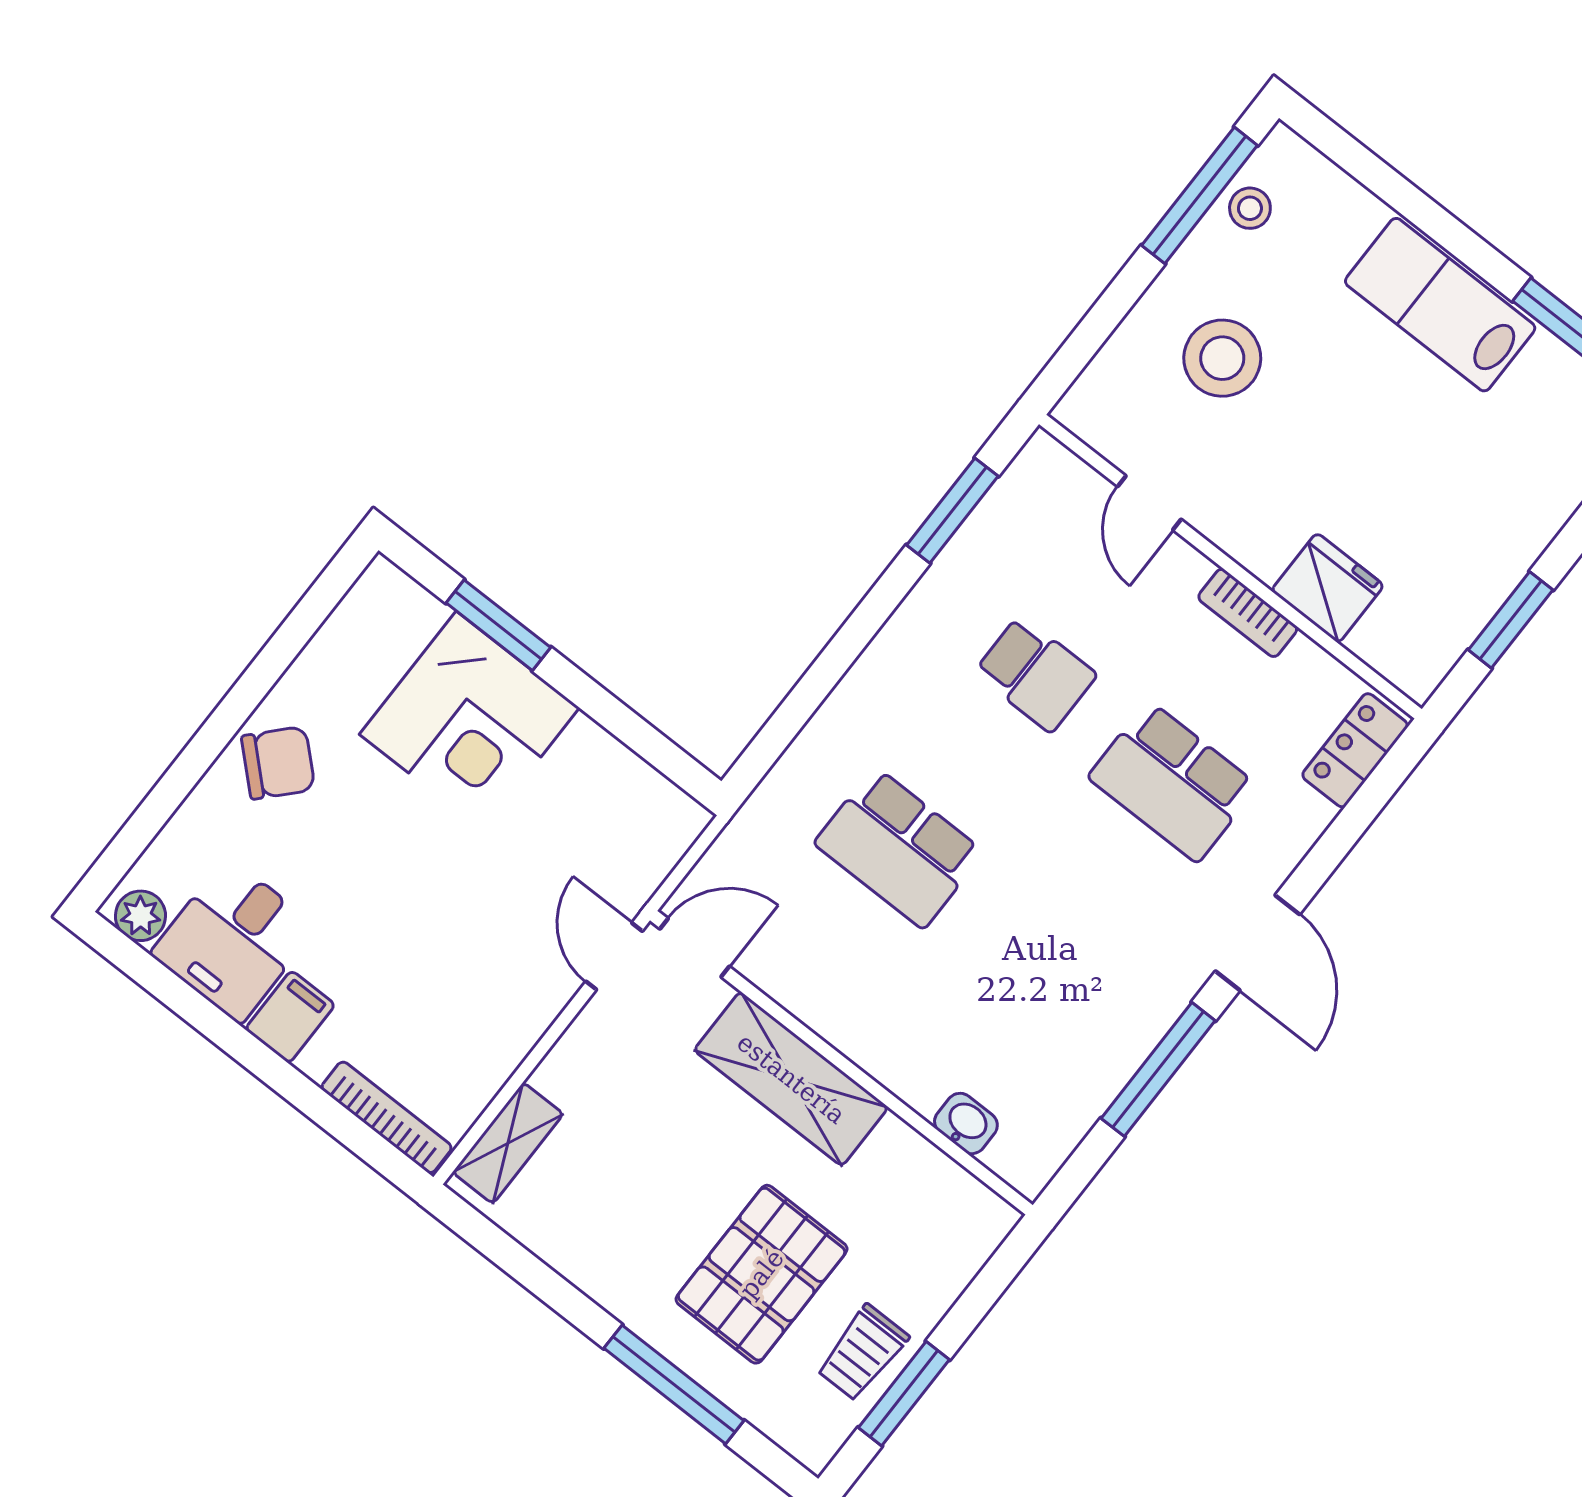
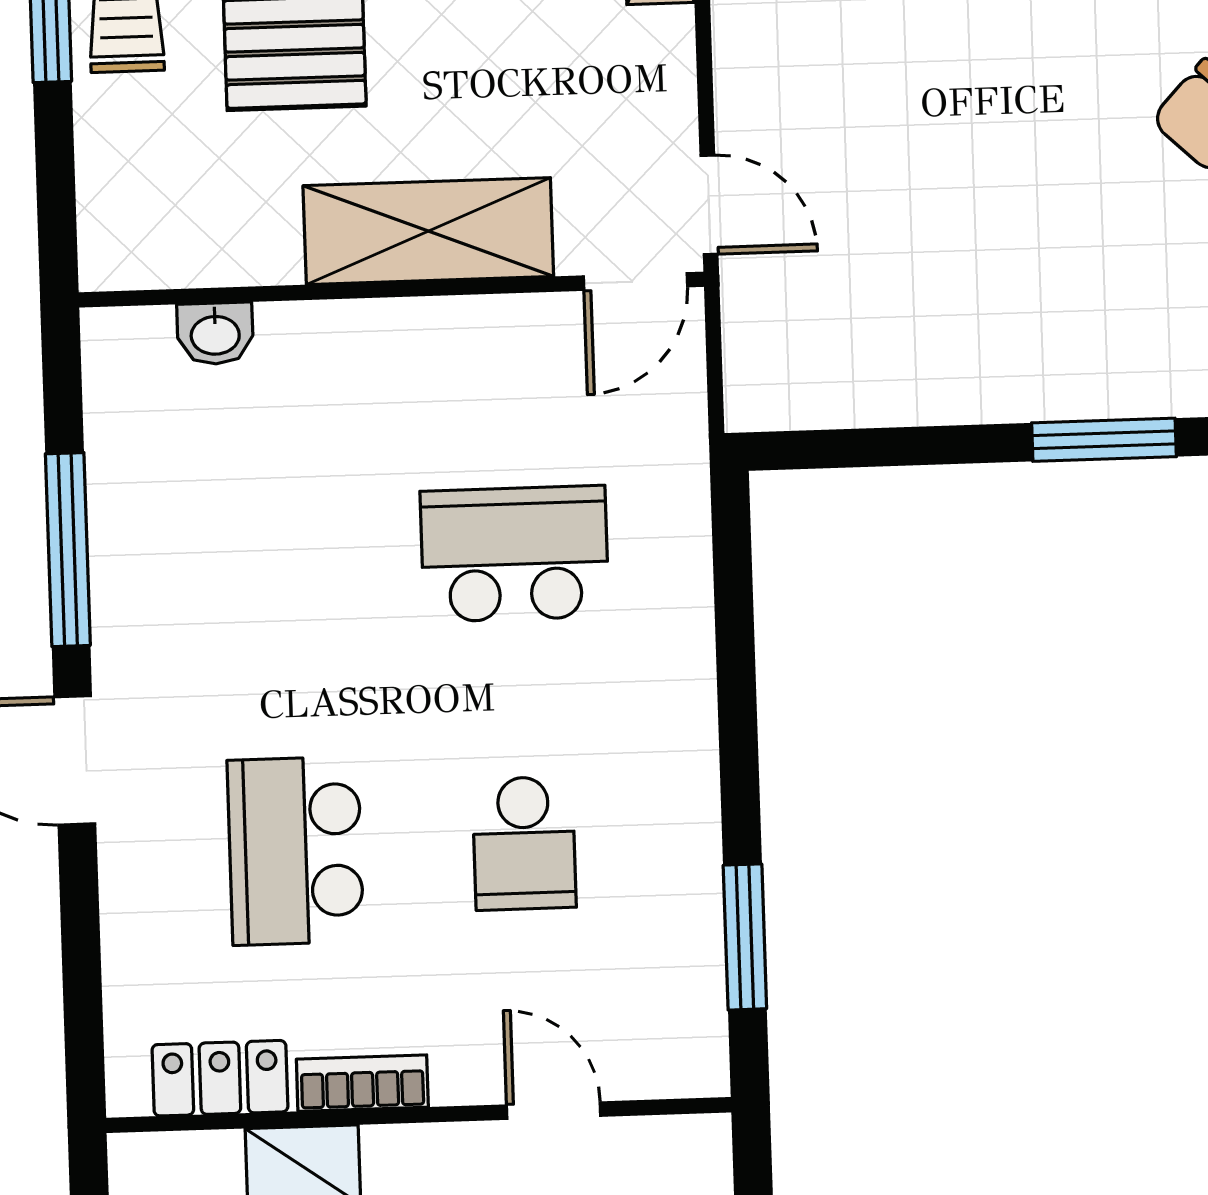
school desk: (1035, 674) -> (524, 843), turned -90
corner desk: (469, 721) -> (1052, 319), removed
locker: (1355, 750) -> (220, 1078), moved, turned -90
school desk: (1173, 782) -> (295, 851), turned -90

